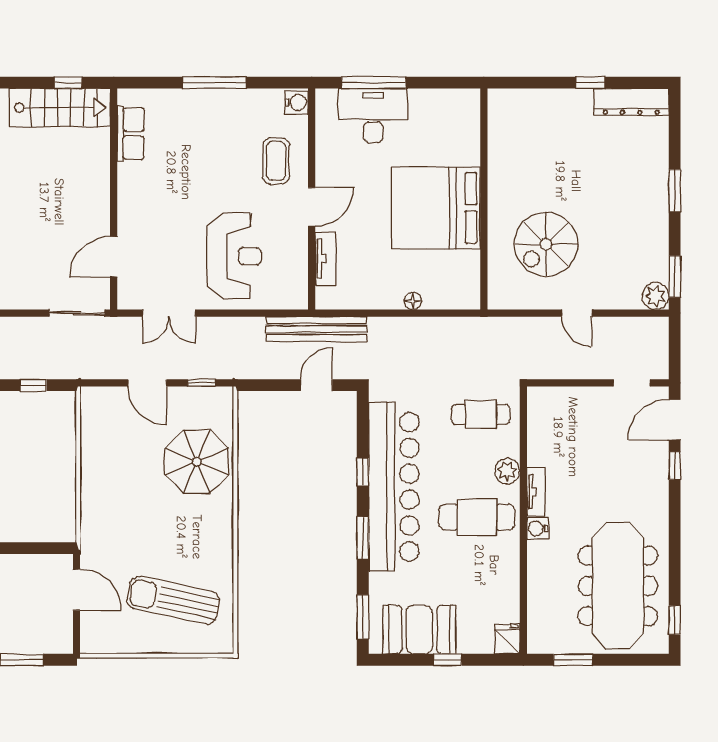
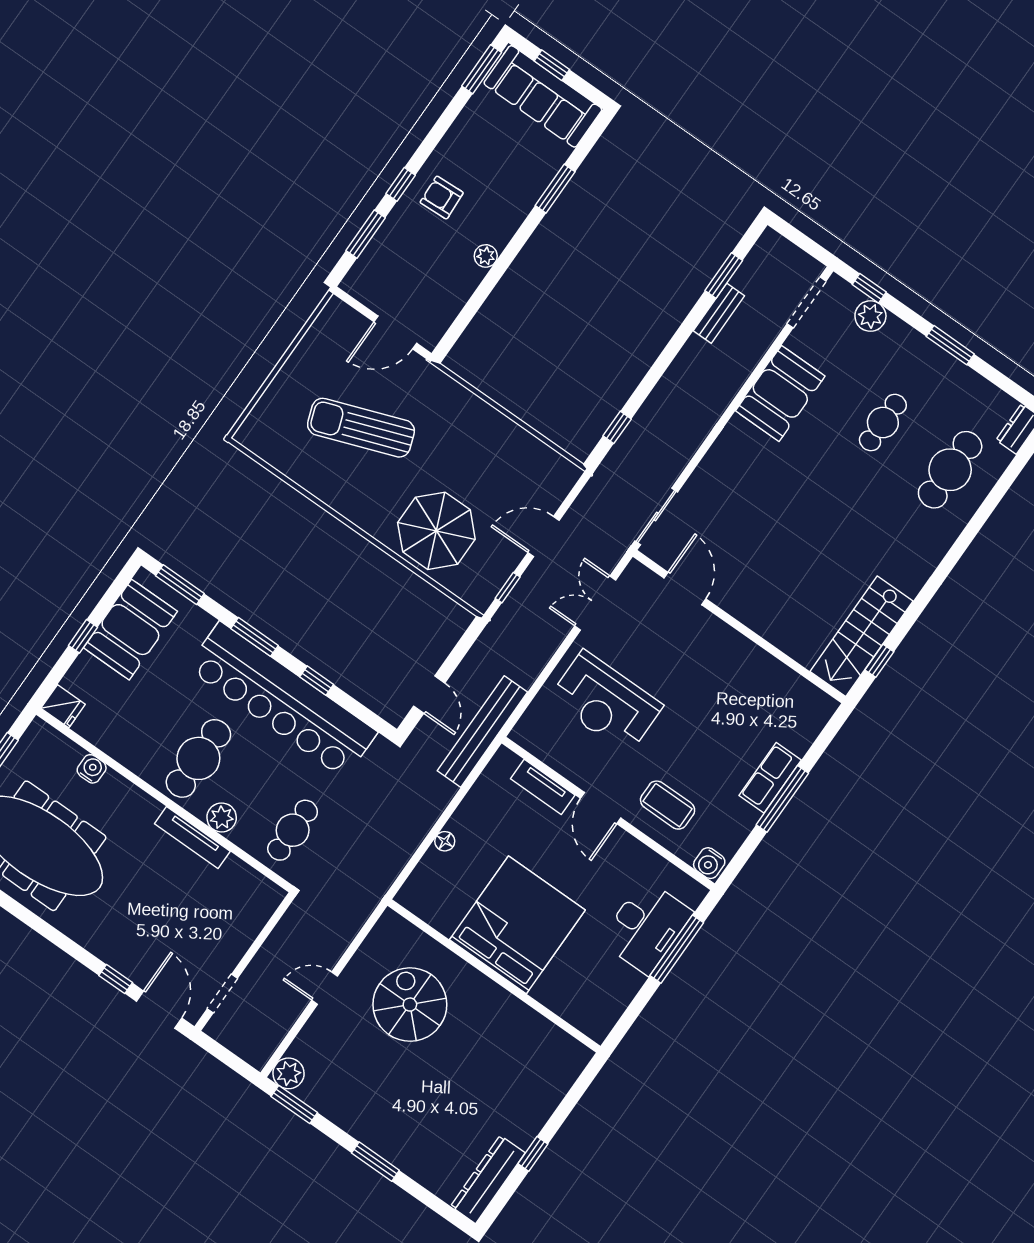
row of seats: (131, 134) -> (770, 778), moved, turned 90
tv unit: (536, 492) -> (192, 837), width x1.41
water cooler: (538, 528) -> (92, 769), moved
sun lounger: (173, 600) -> (361, 428), moved, turned -122

